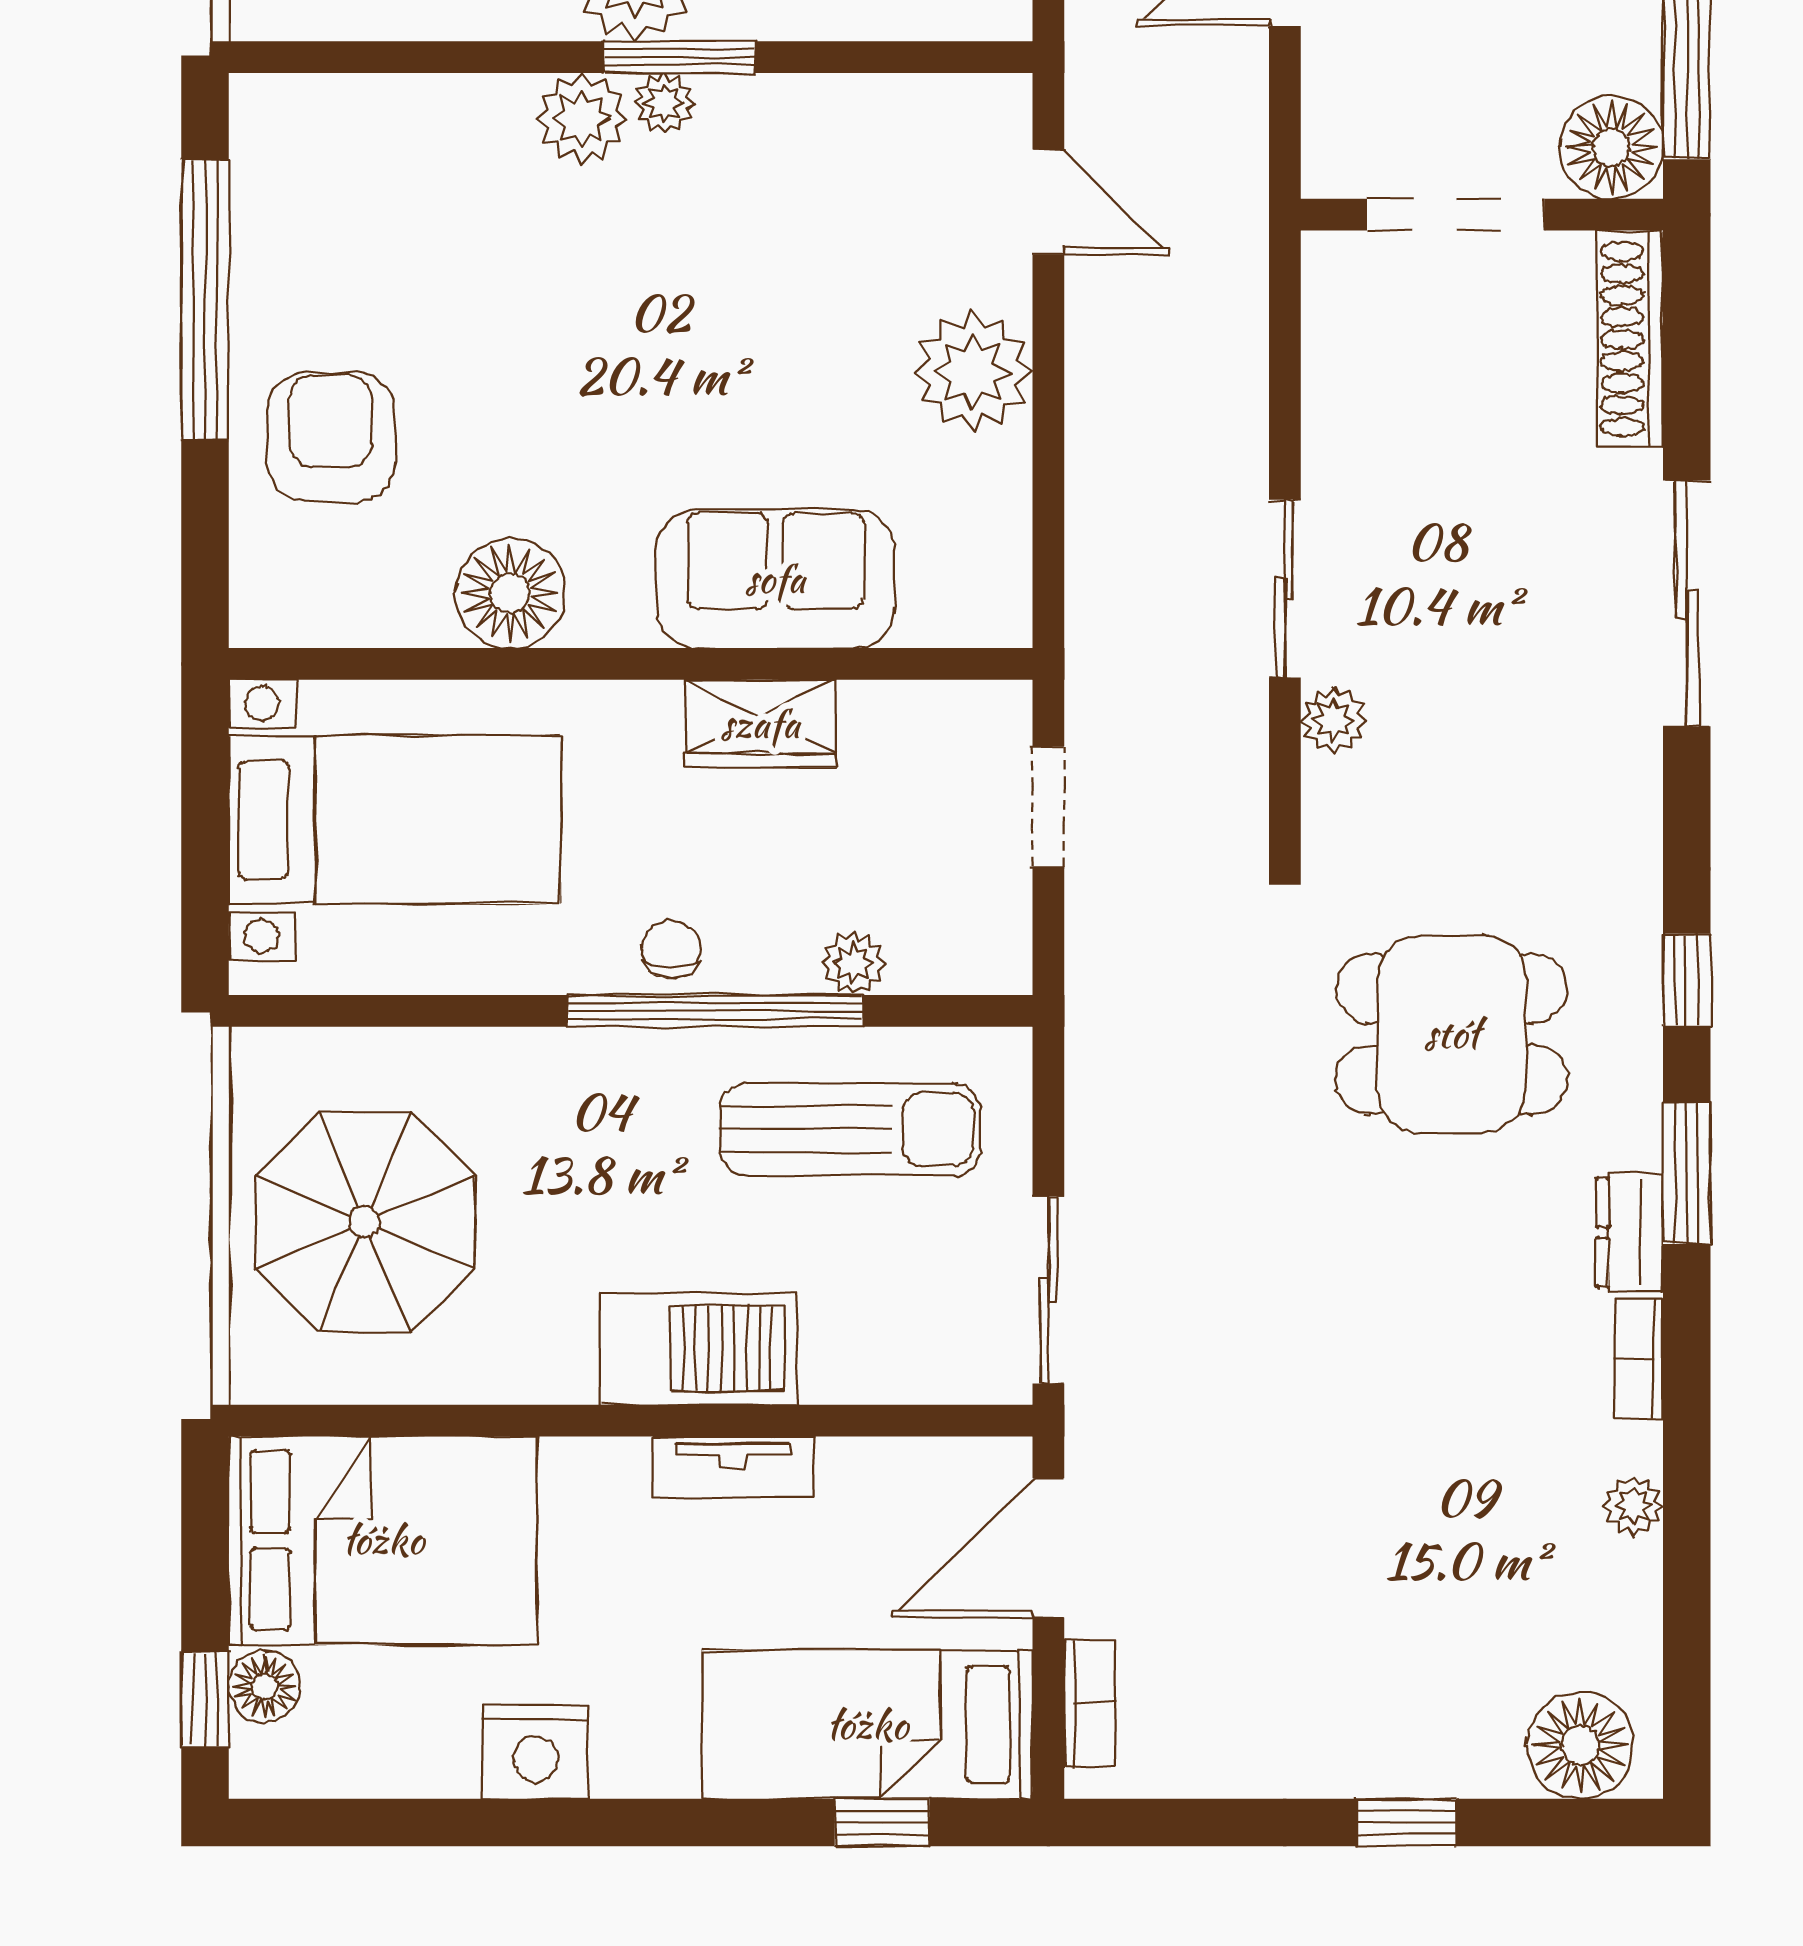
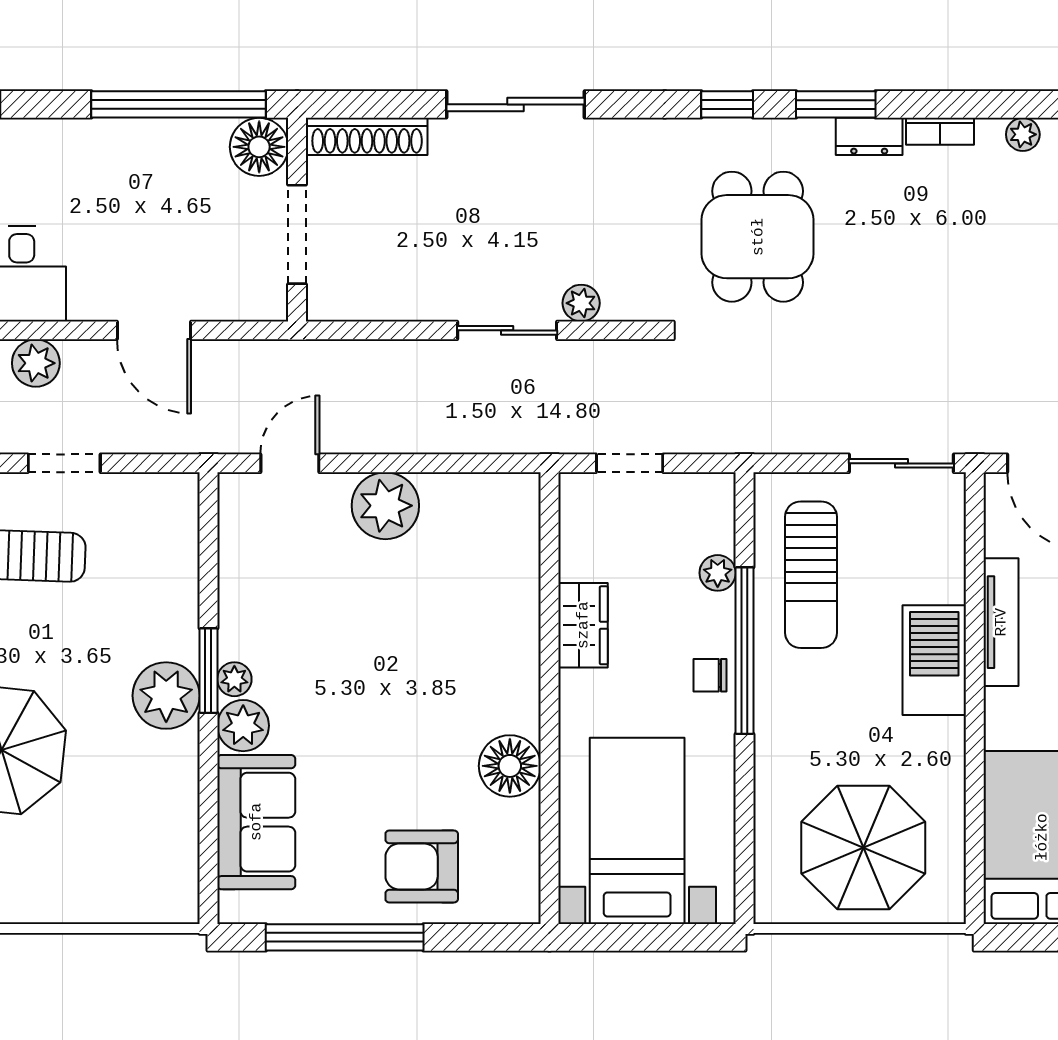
sofa: (775, 579) -> (256, 822), moved, turned 180
sun lounger: (850, 1129) -> (811, 575), turned 180
tv unit: (733, 1467) -> (1001, 622), width x1.41

